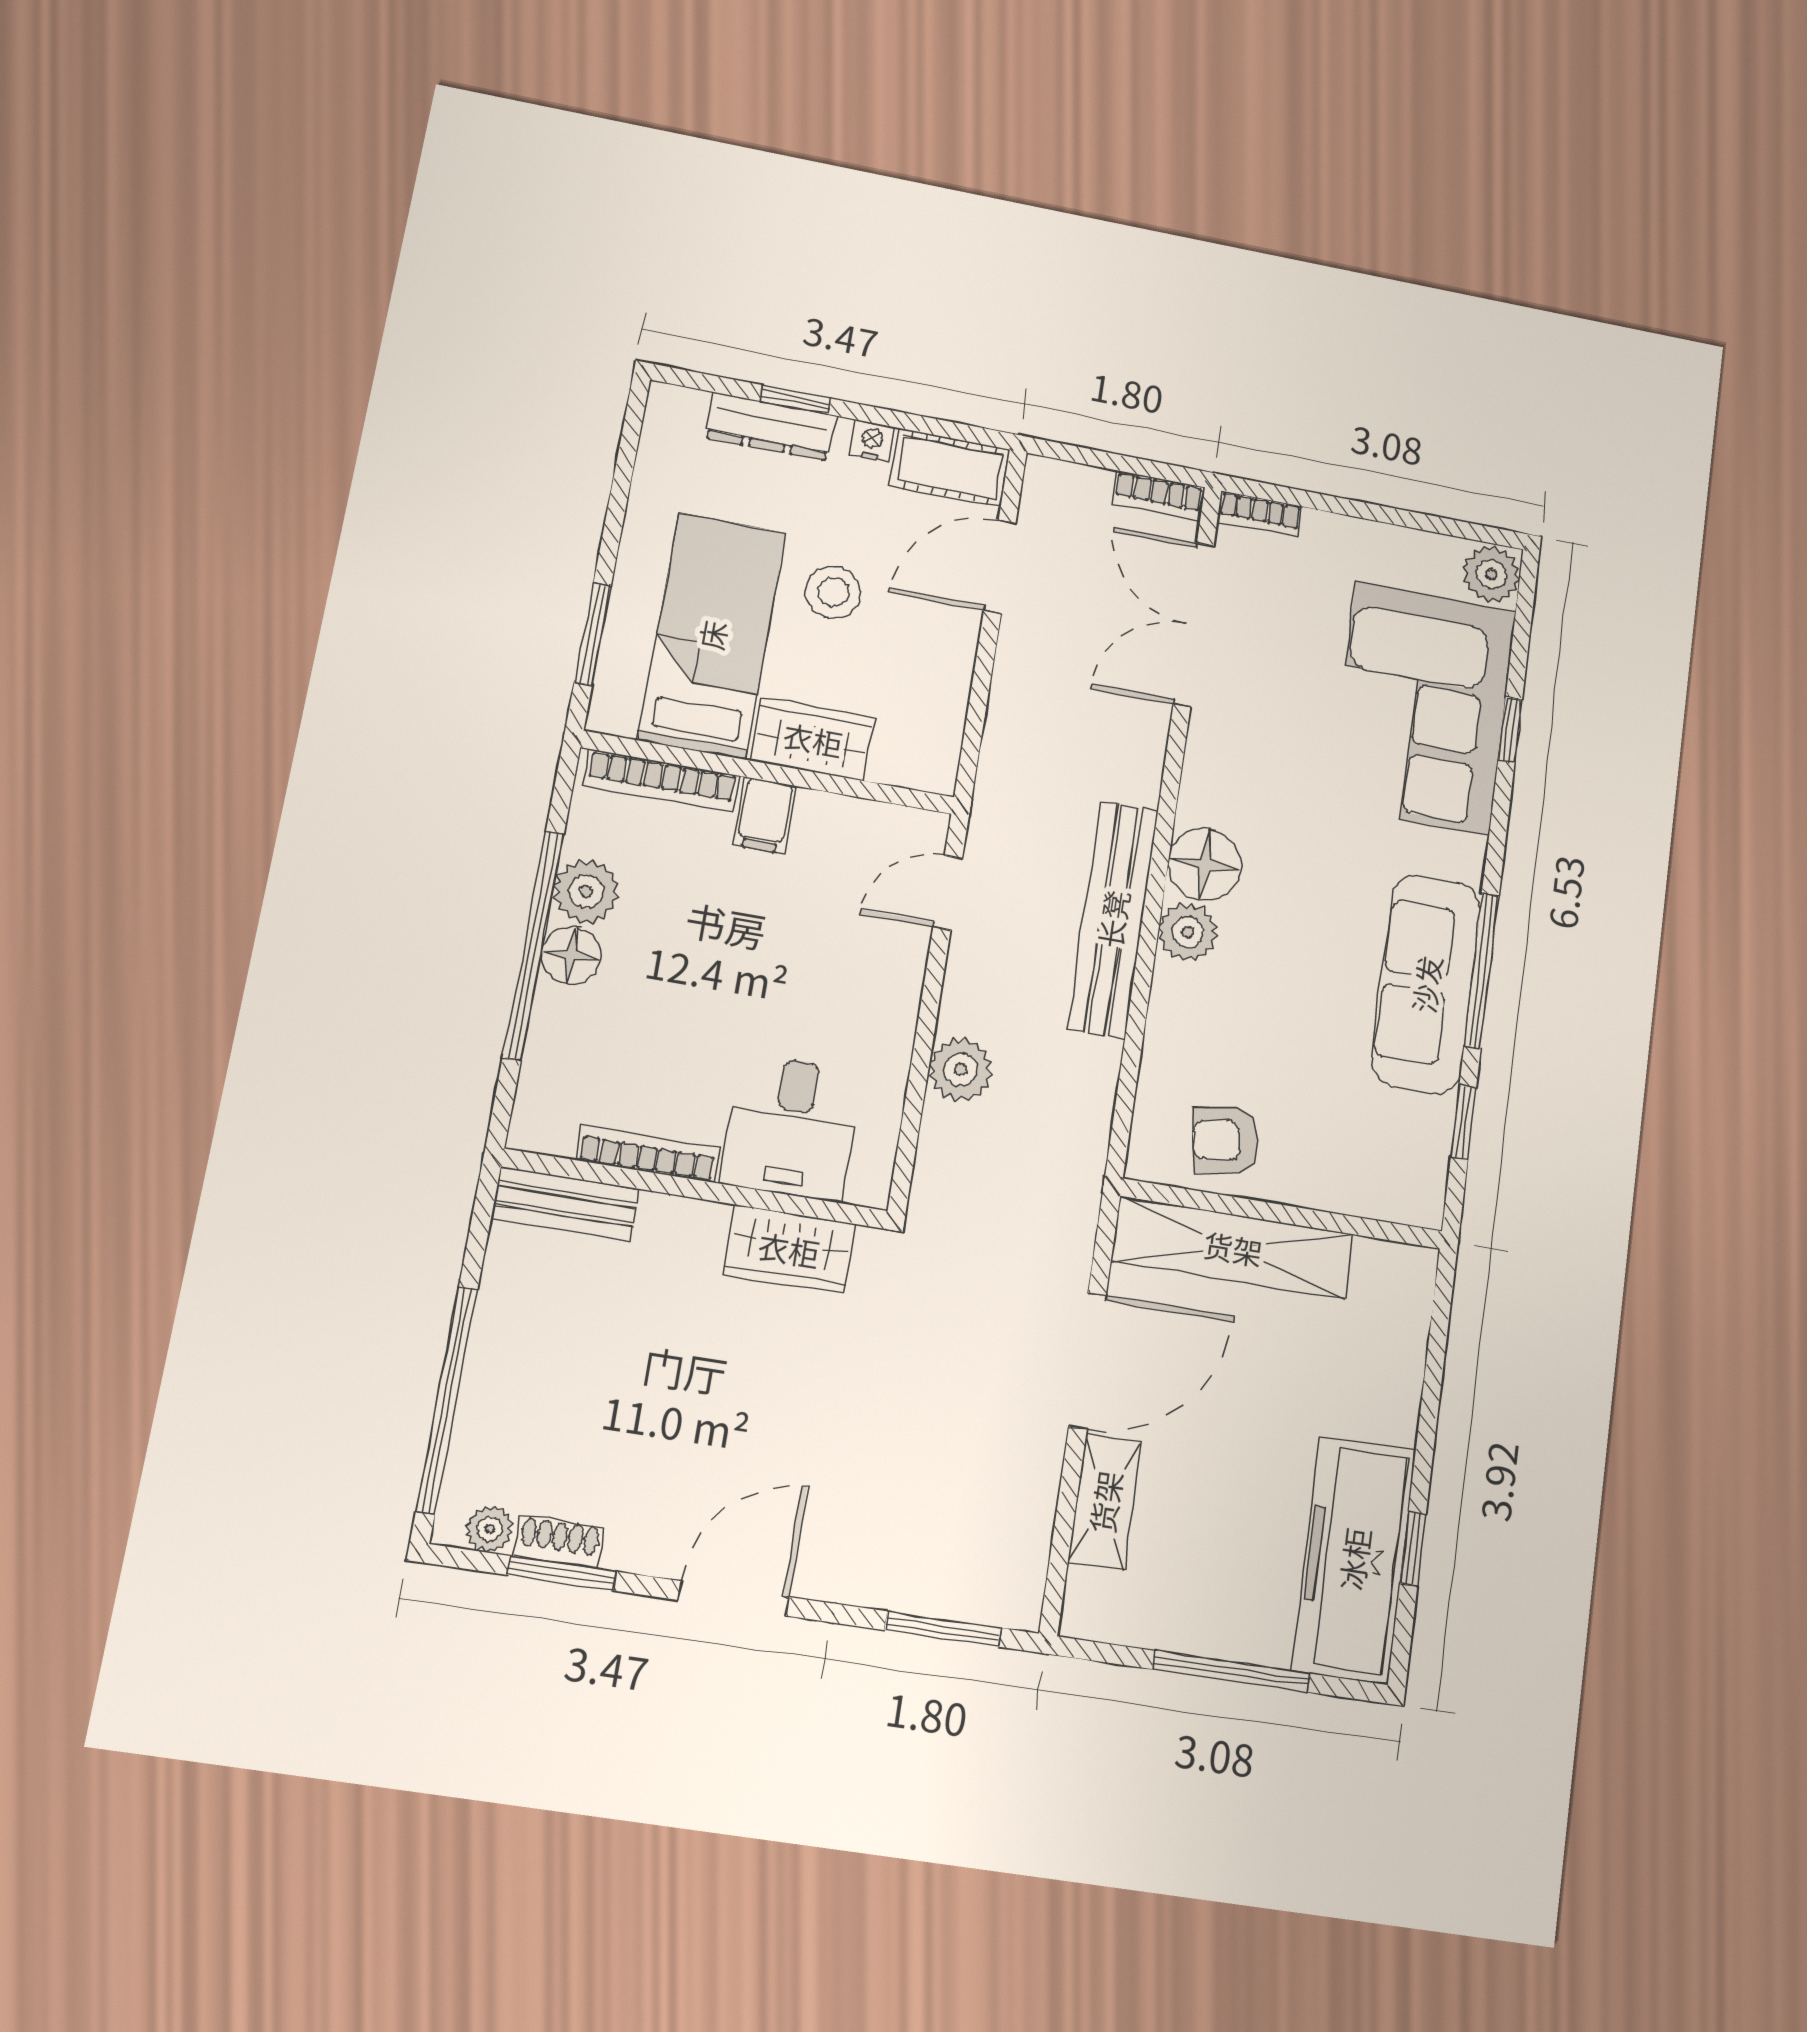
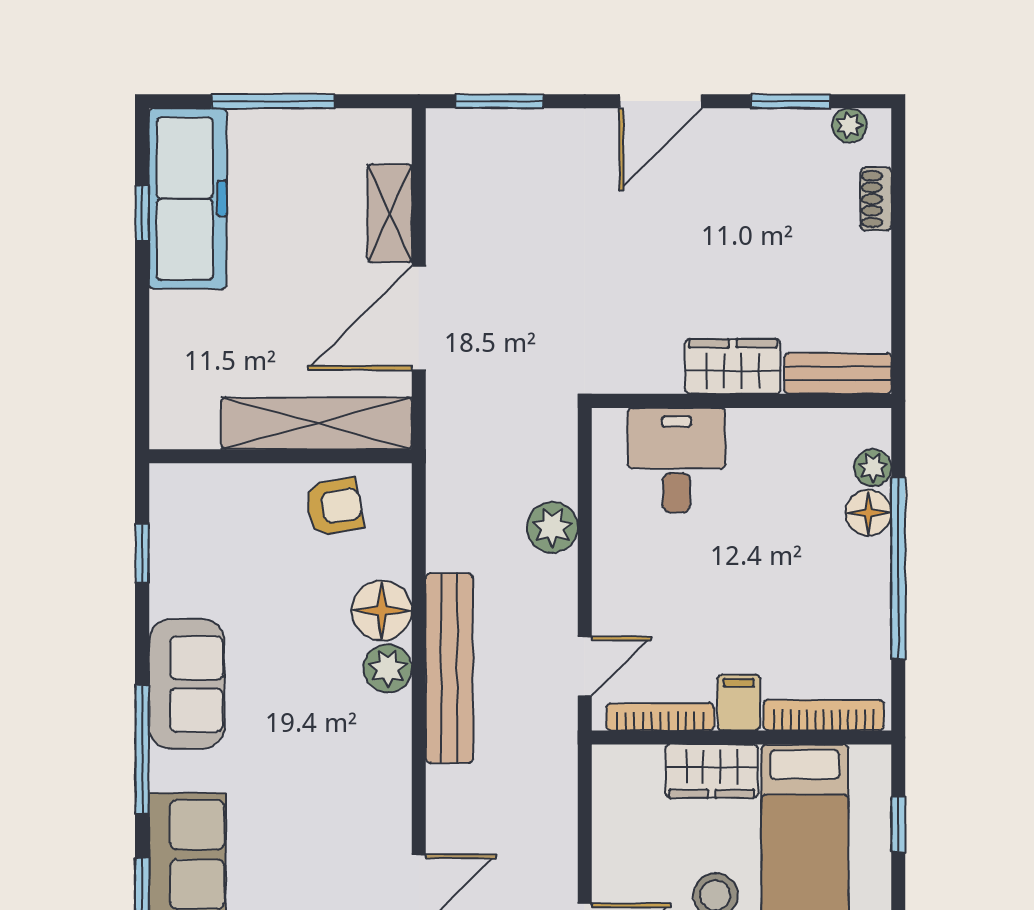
window: (593, 634) -> (898, 824), width x0.67
floor lamp: (1205, 864) -> (382, 611), moved
plant: (586, 892) -> (873, 468), moved, width x0.73, depth x0.73
floor lamp: (571, 955) -> (868, 513), moved
window: (1482, 971) -> (142, 749), moved
sofa: (1426, 984) -> (187, 684), width x0.73
bookcase: (648, 1154) -> (660, 717), moved, turned 180
wardrobe: (789, 1249) -> (733, 366), moved
window: (447, 1400) -> (898, 215), removed
shoe rack: (559, 1542) -> (876, 199), moved, turned 90

